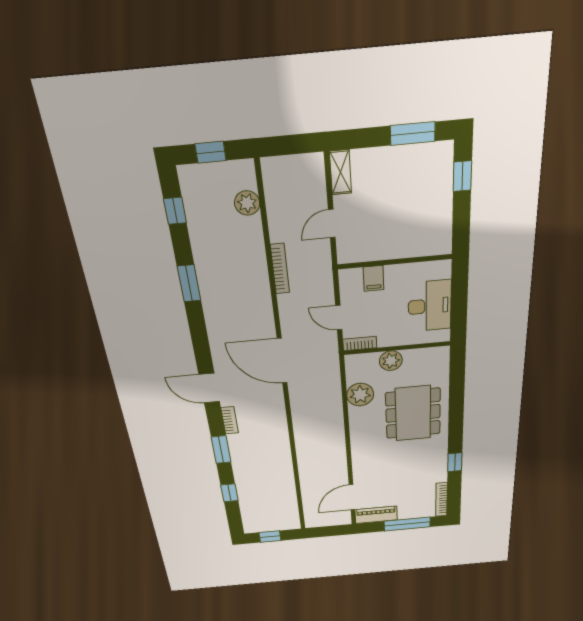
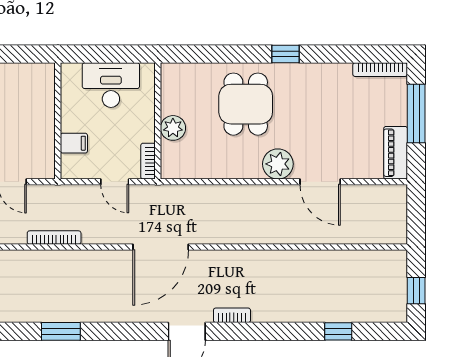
door: (339, 318) -> (115, 182), hinge flipped
plant: (360, 395) -> (278, 164), moved
dining table: (413, 413) -> (246, 104), width x0.73
window: (221, 450) -> (272, 331), removed
window: (455, 462) -> (285, 54), moved
door: (352, 497) -> (320, 182), moved

